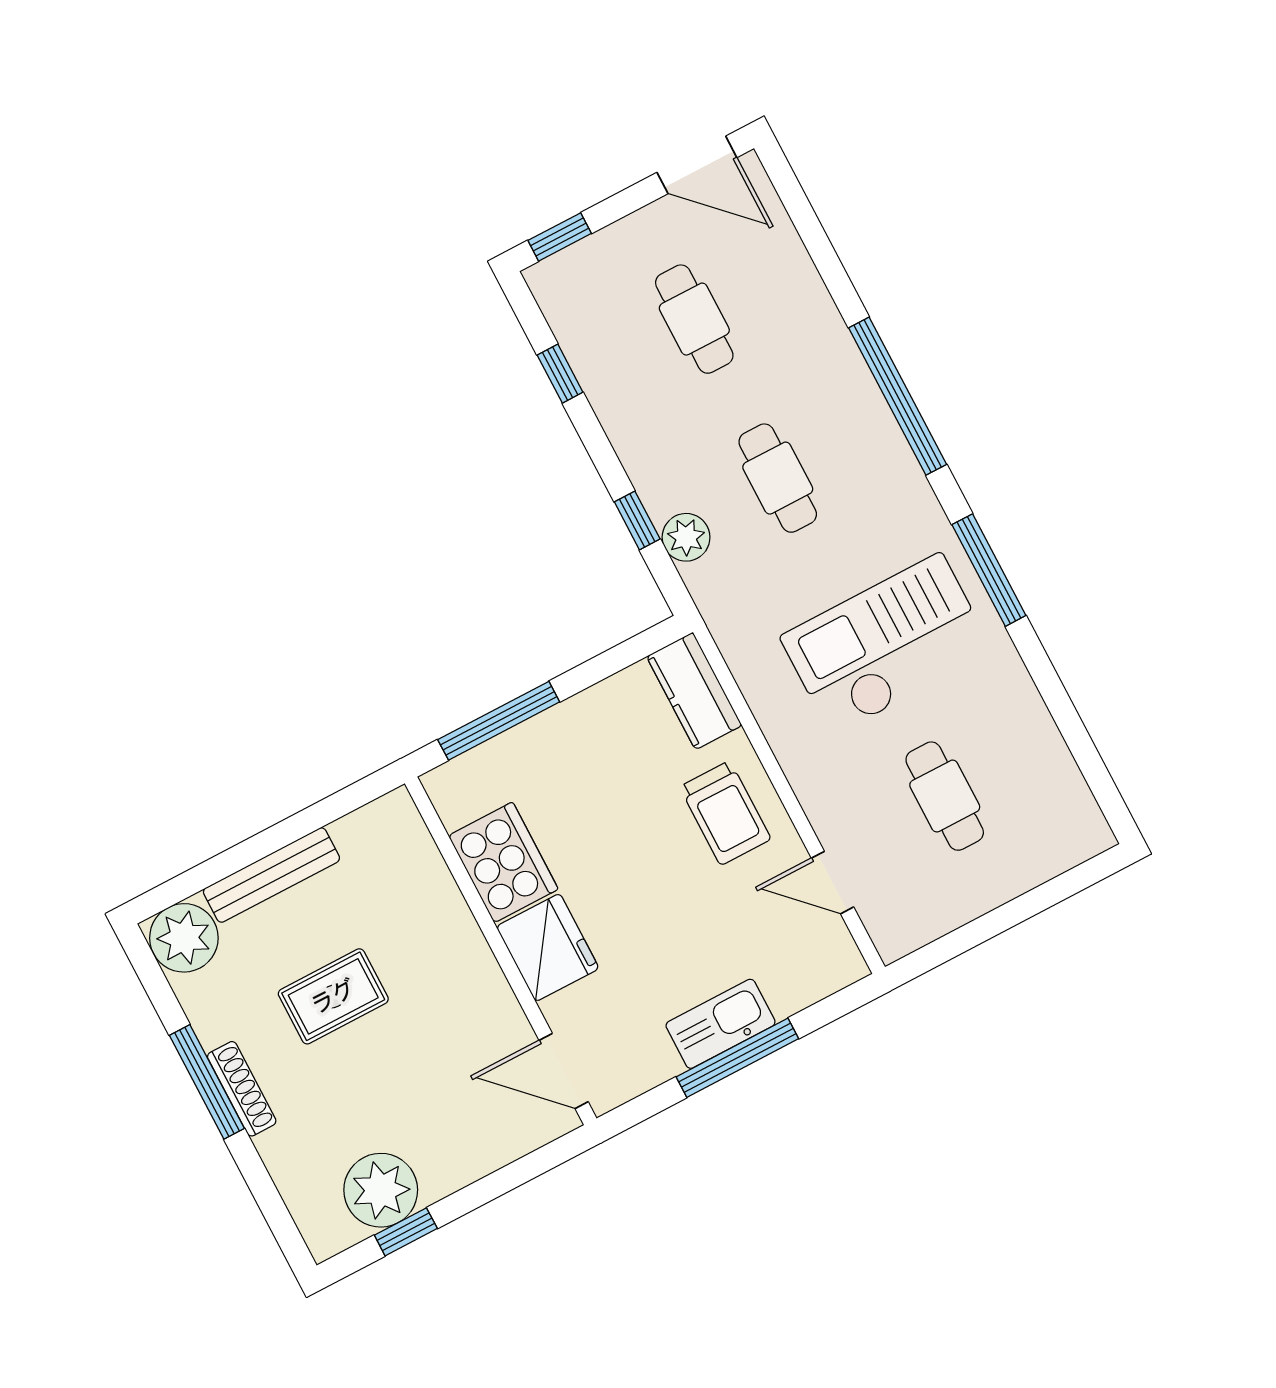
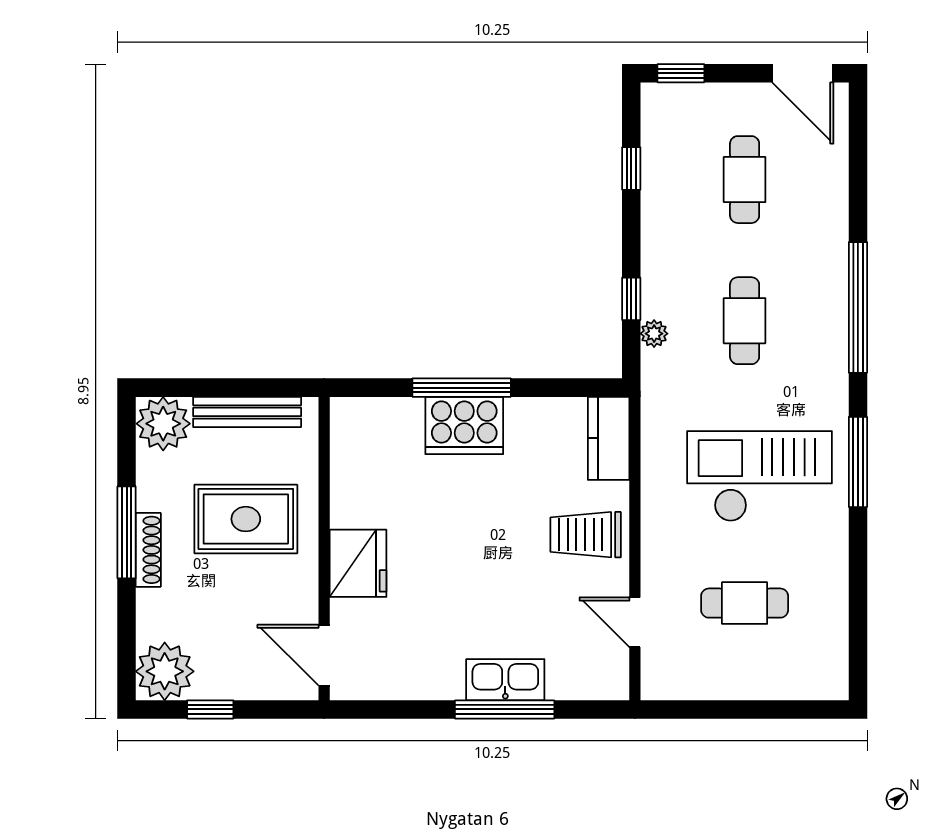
plant: (686, 537) -> (654, 334), width x0.73, depth x0.73
cafe table: (945, 796) -> (745, 603), turned 90
trolley: (725, 813) -> (586, 535), turned 90
cooker: (503, 862) -> (464, 425), moved, turned 90
fridge: (548, 947) -> (358, 563), moved
wall: (501, 951) -> (324, 549), moved
rug: (333, 996) -> (246, 519), width x1.36, depth x1.43
door: (564, 1071) -> (324, 655), moved
plant: (381, 1190) -> (165, 671), moved

